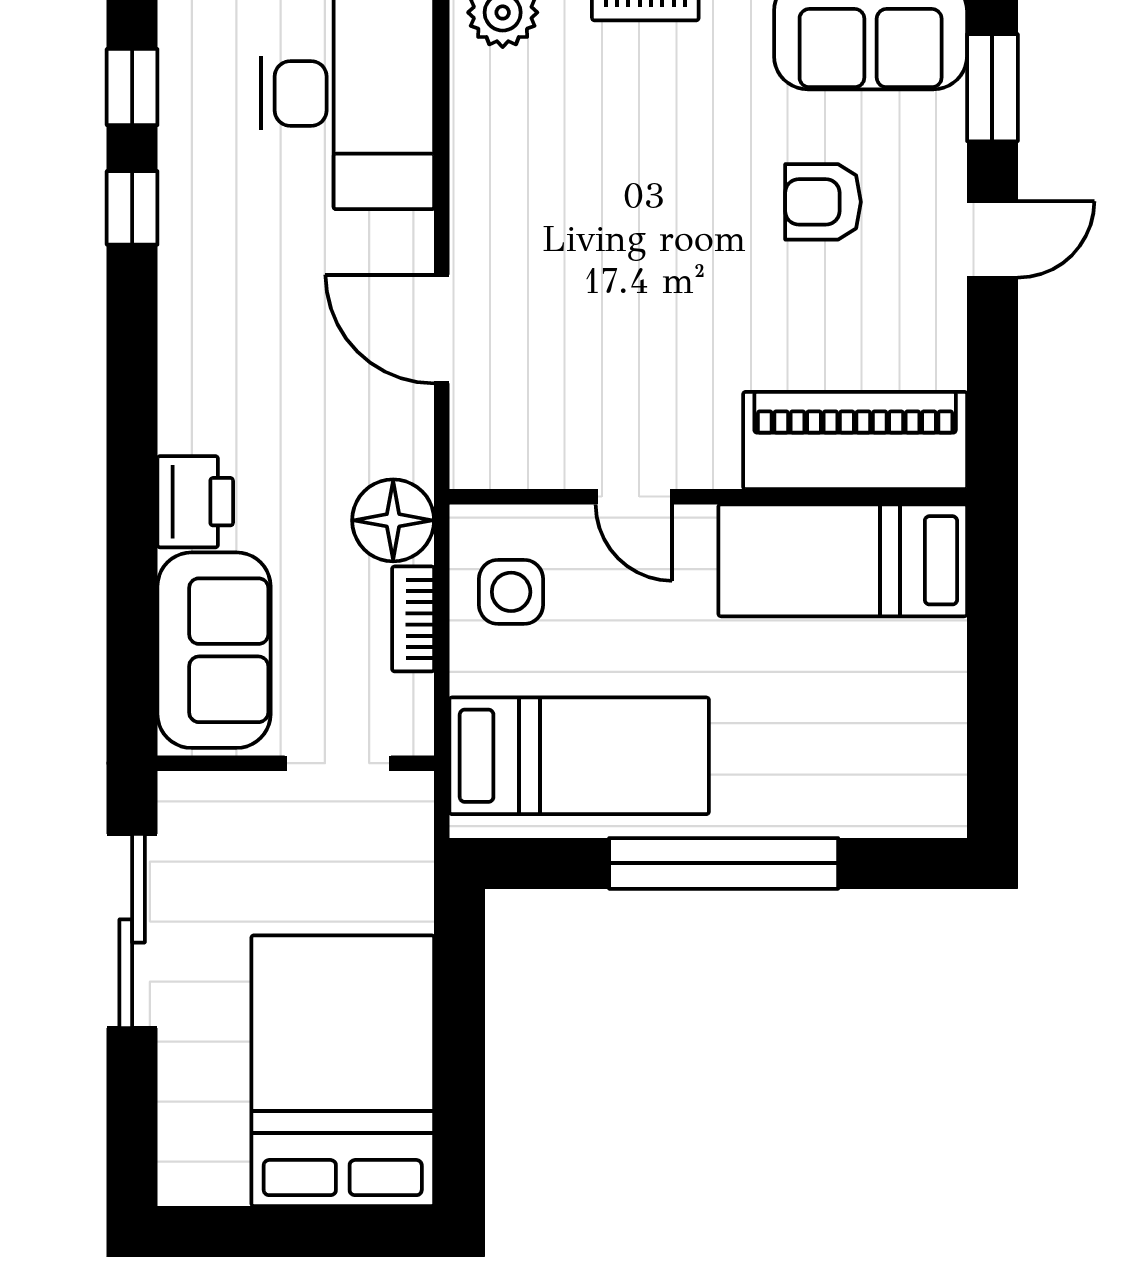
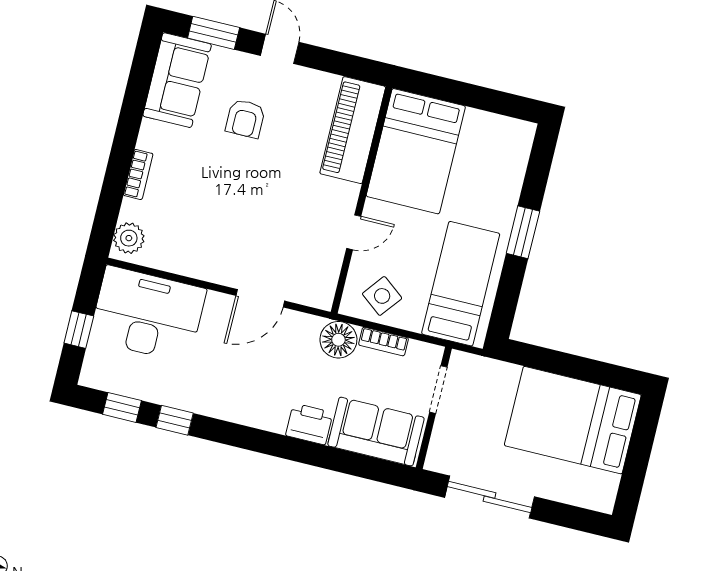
bed: (843, 560) -> (416, 151), width x1.50
side table: (511, 592) -> (382, 296), turned 38
window: (724, 863) -> (523, 232), width x0.47

